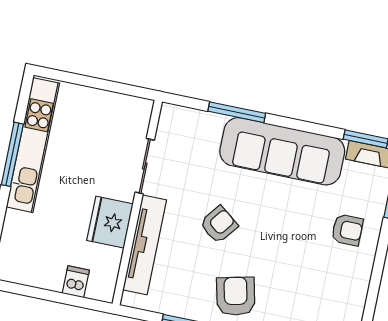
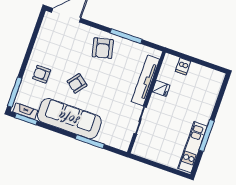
kitchen unit: (33, 145) -> (193, 147), width x0.73
fridge: (110, 222) -> (161, 88), width x0.53, depth x0.75
armchair: (219, 225) -> (77, 83), moved

